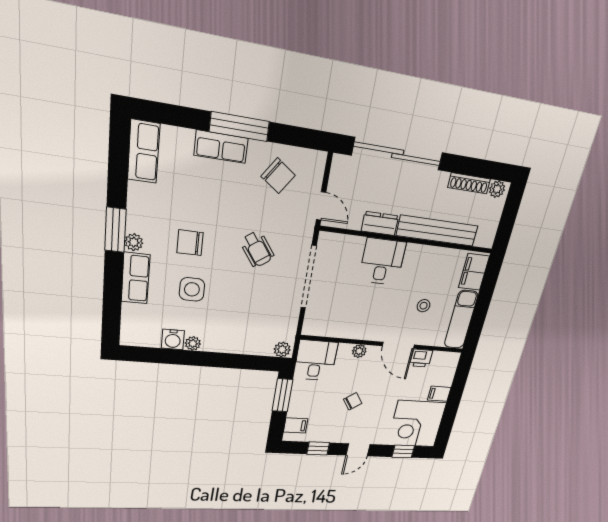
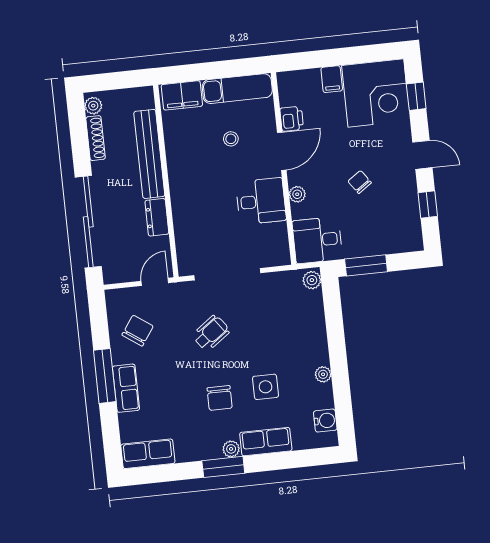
desk: (382, 262) -> (261, 201), moved, turned 180
water cooler: (173, 339) -> (325, 421), moved
filing cabinet: (296, 425) -> (402, 240), removed

